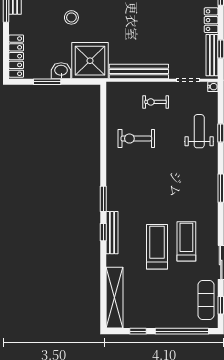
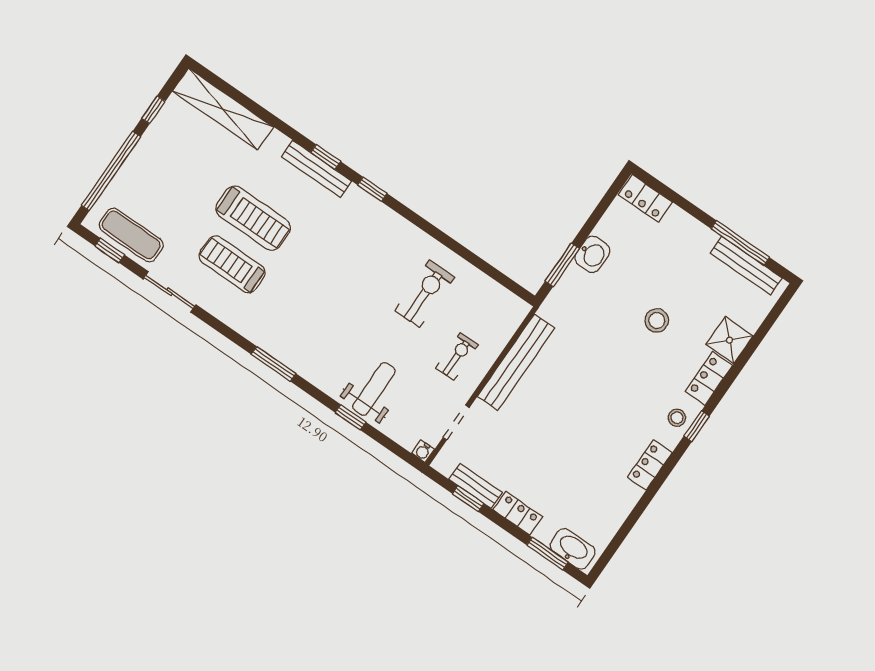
bench: (212, 55) -> (476, 486), width x0.73
locker: (16, 56) -> (646, 198), width x0.66
shower: (90, 61) -> (578, 305), removed
window: (47, 82) -> (562, 265), moved
weight bench: (199, 131) -> (374, 389), turned -90
window: (103, 199) -> (372, 189), width x0.67
treadmill: (186, 241) -> (232, 264), turned 180

